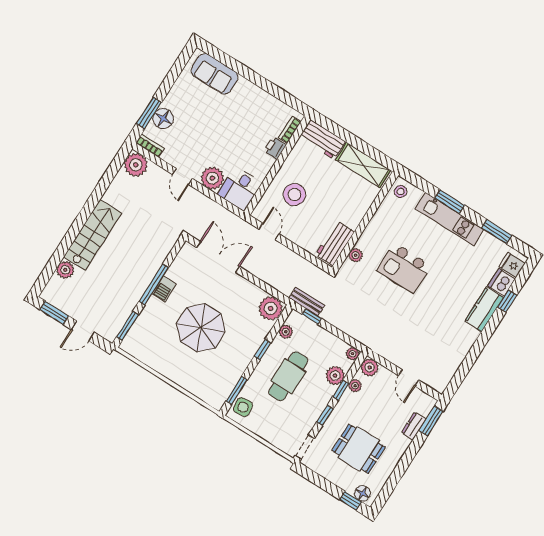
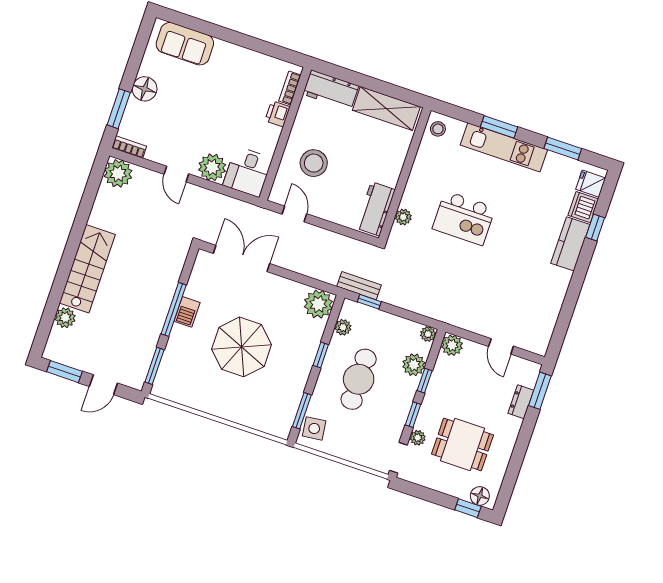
floor lamp: (163, 118) -> (145, 89), moved
plant: (355, 386) -> (418, 438), moved

